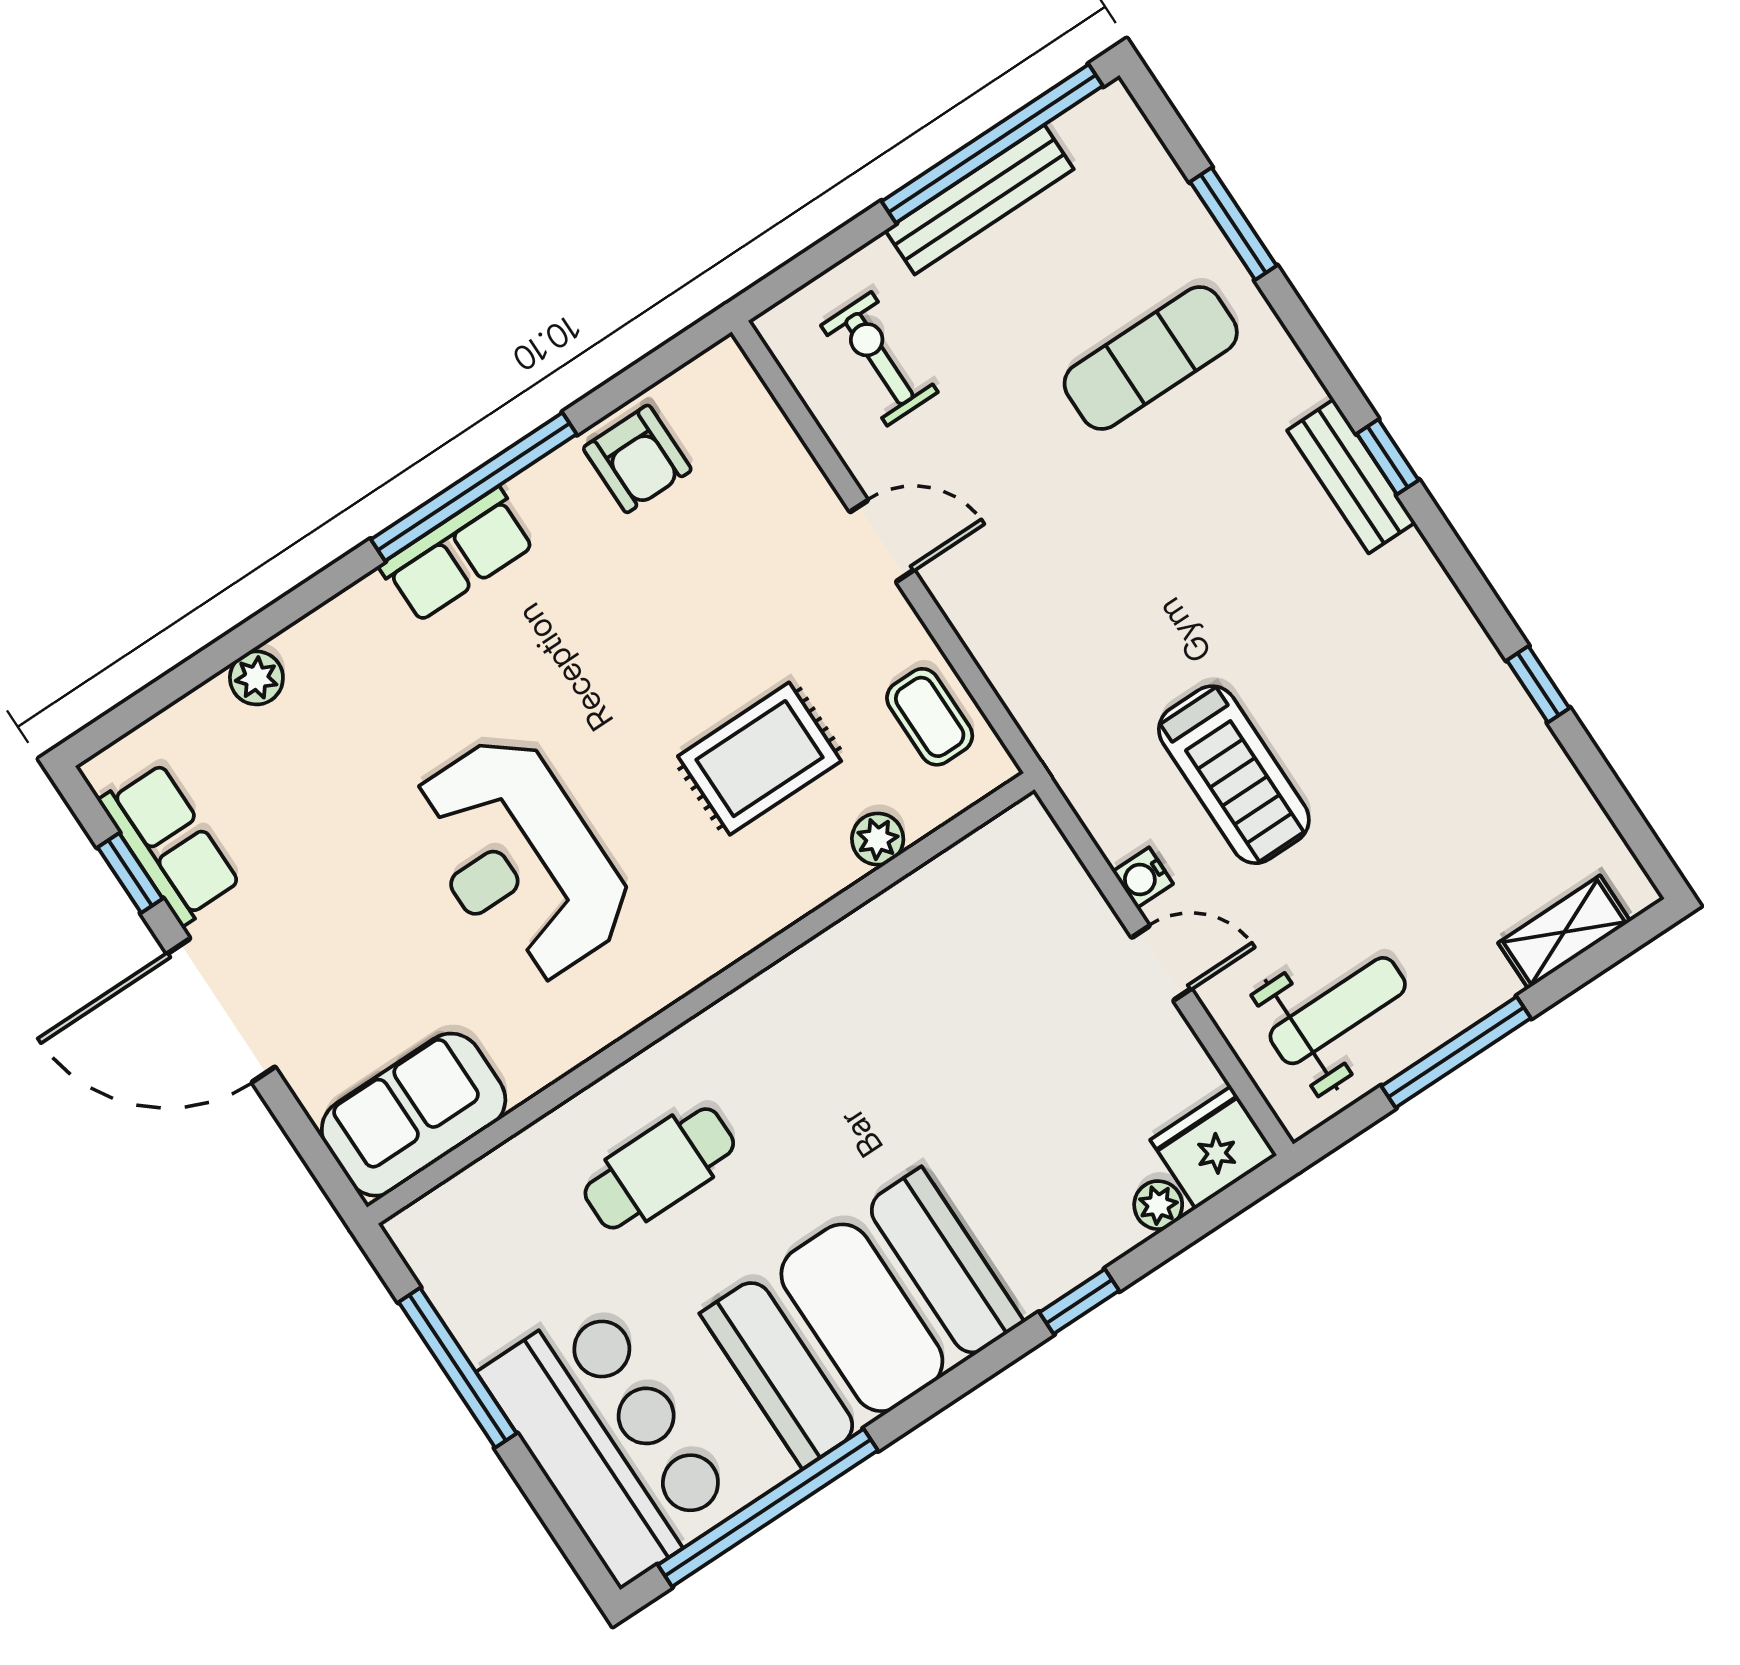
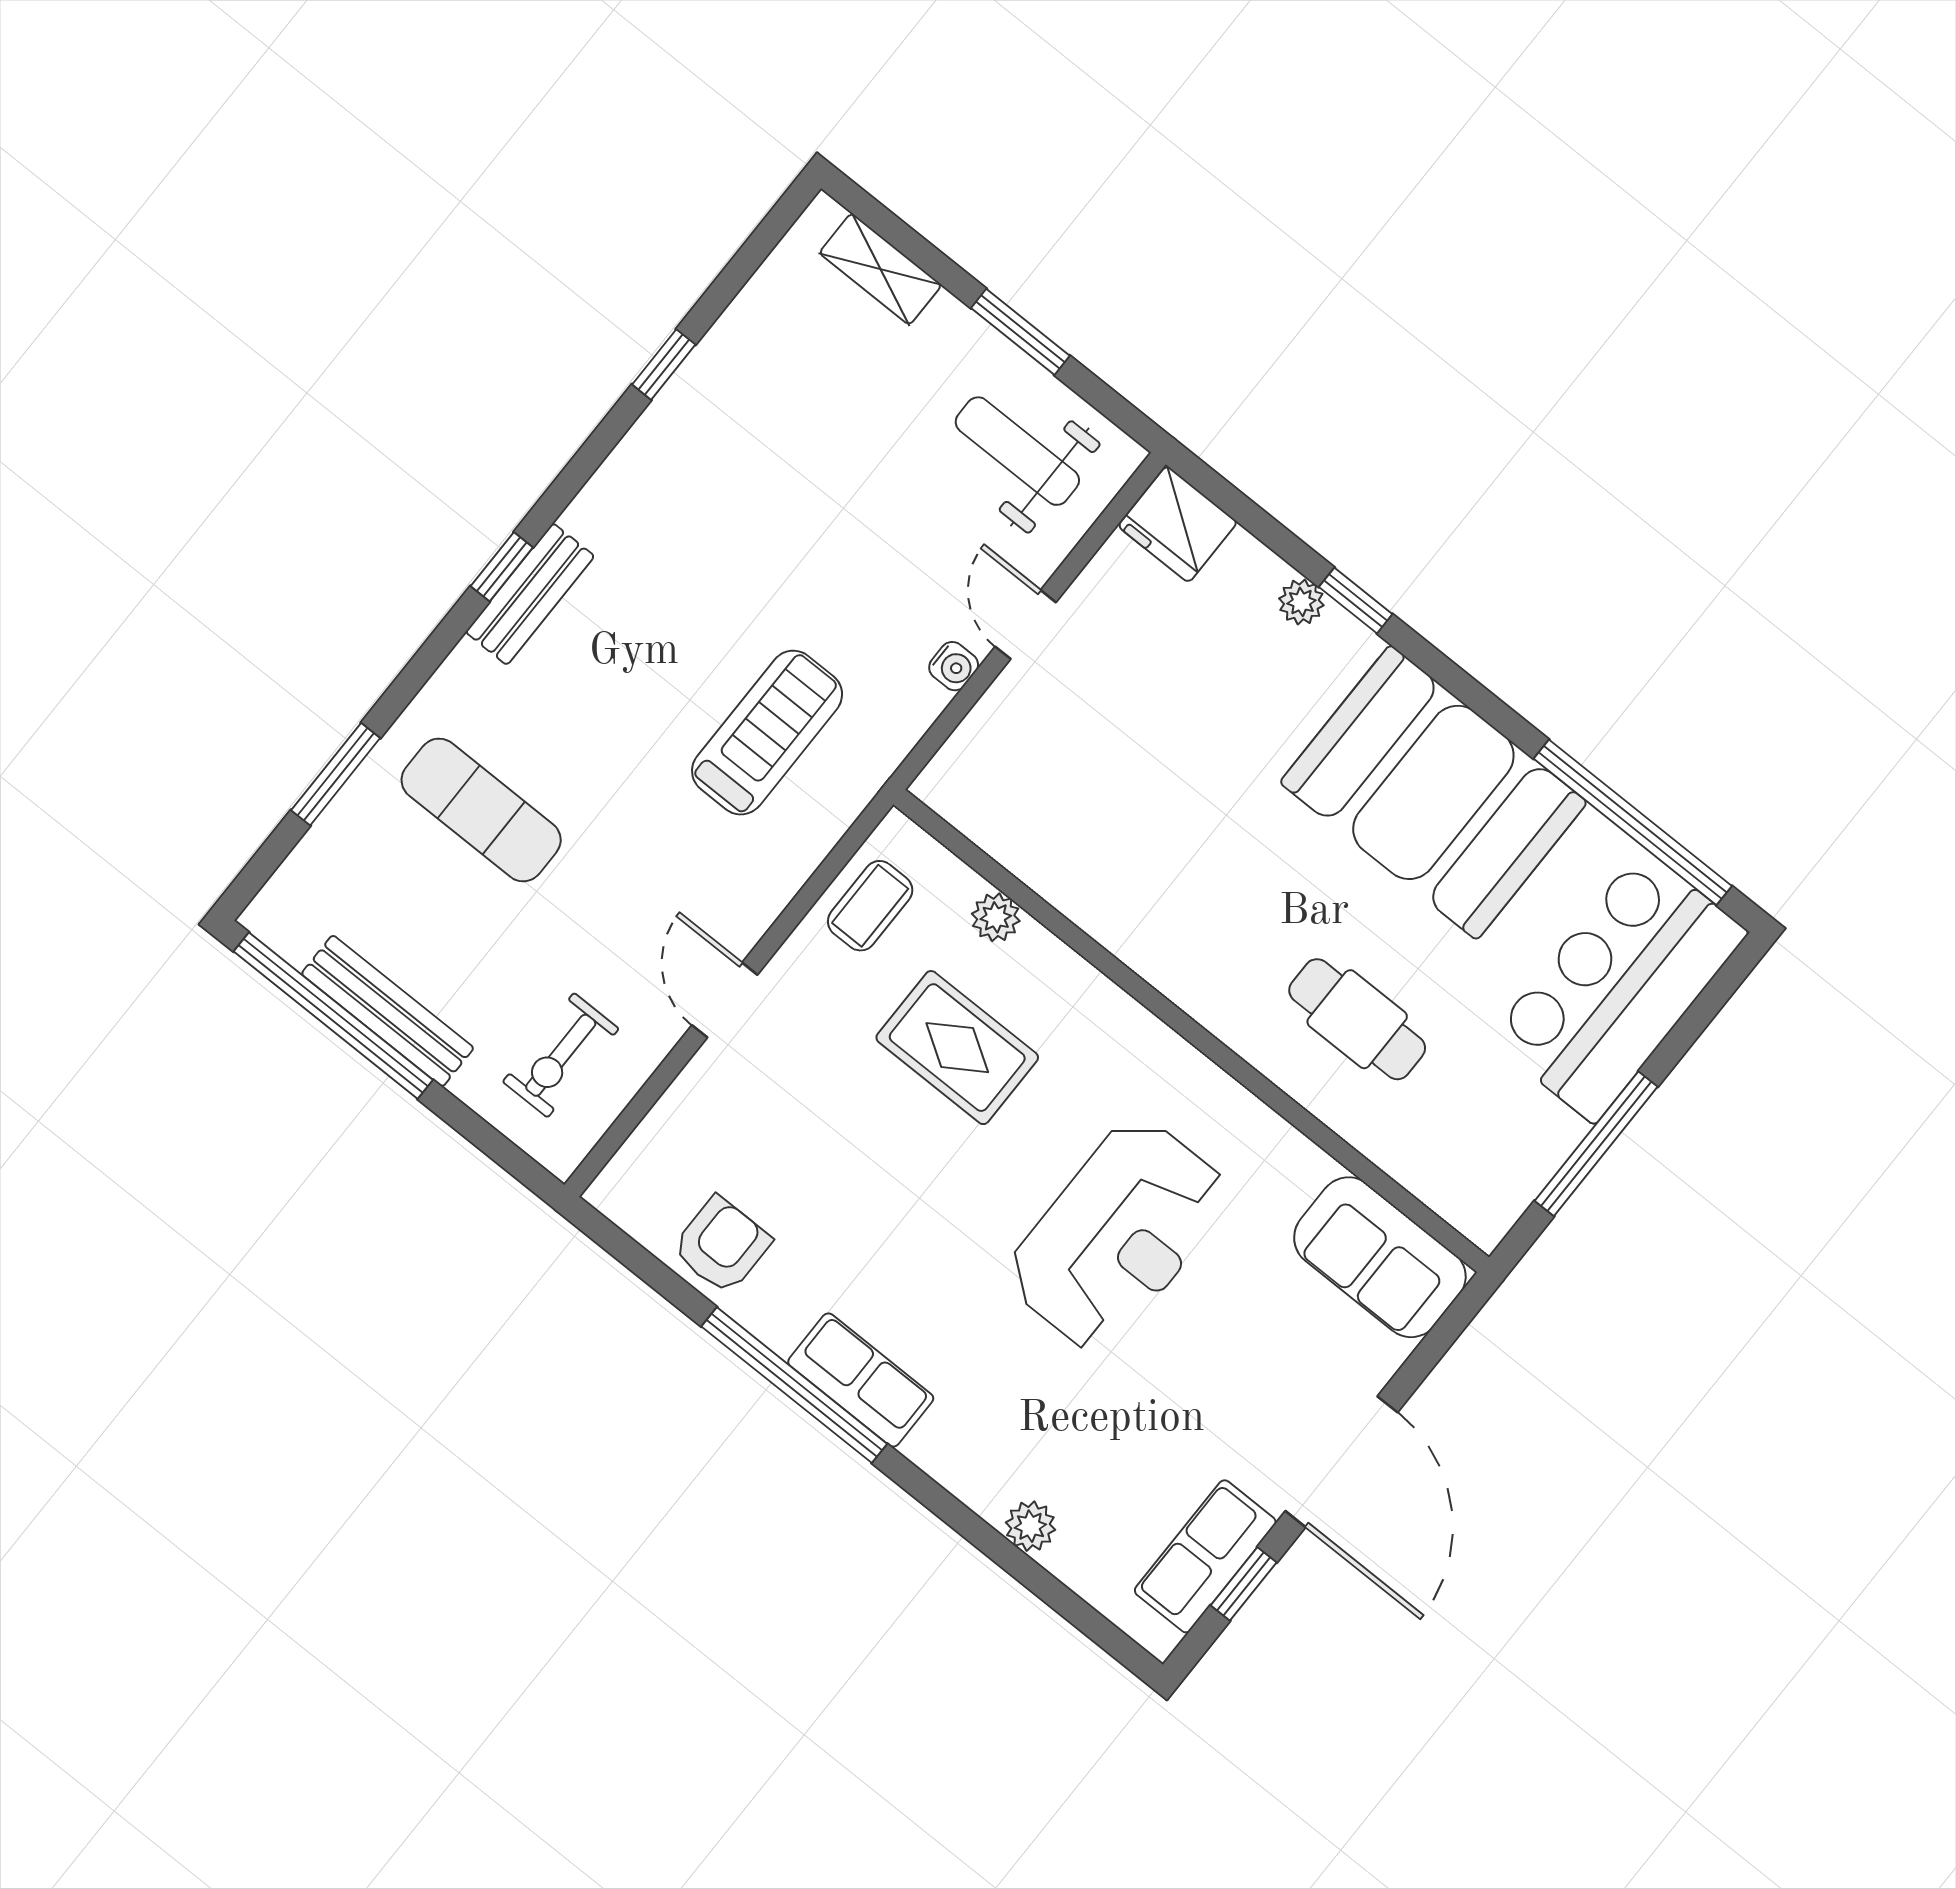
treadmill: (1234, 775) -> (767, 733), moved
window: (1456, 1052) -> (1020, 332), width x0.69
plant: (1158, 1205) -> (1301, 602), moved

